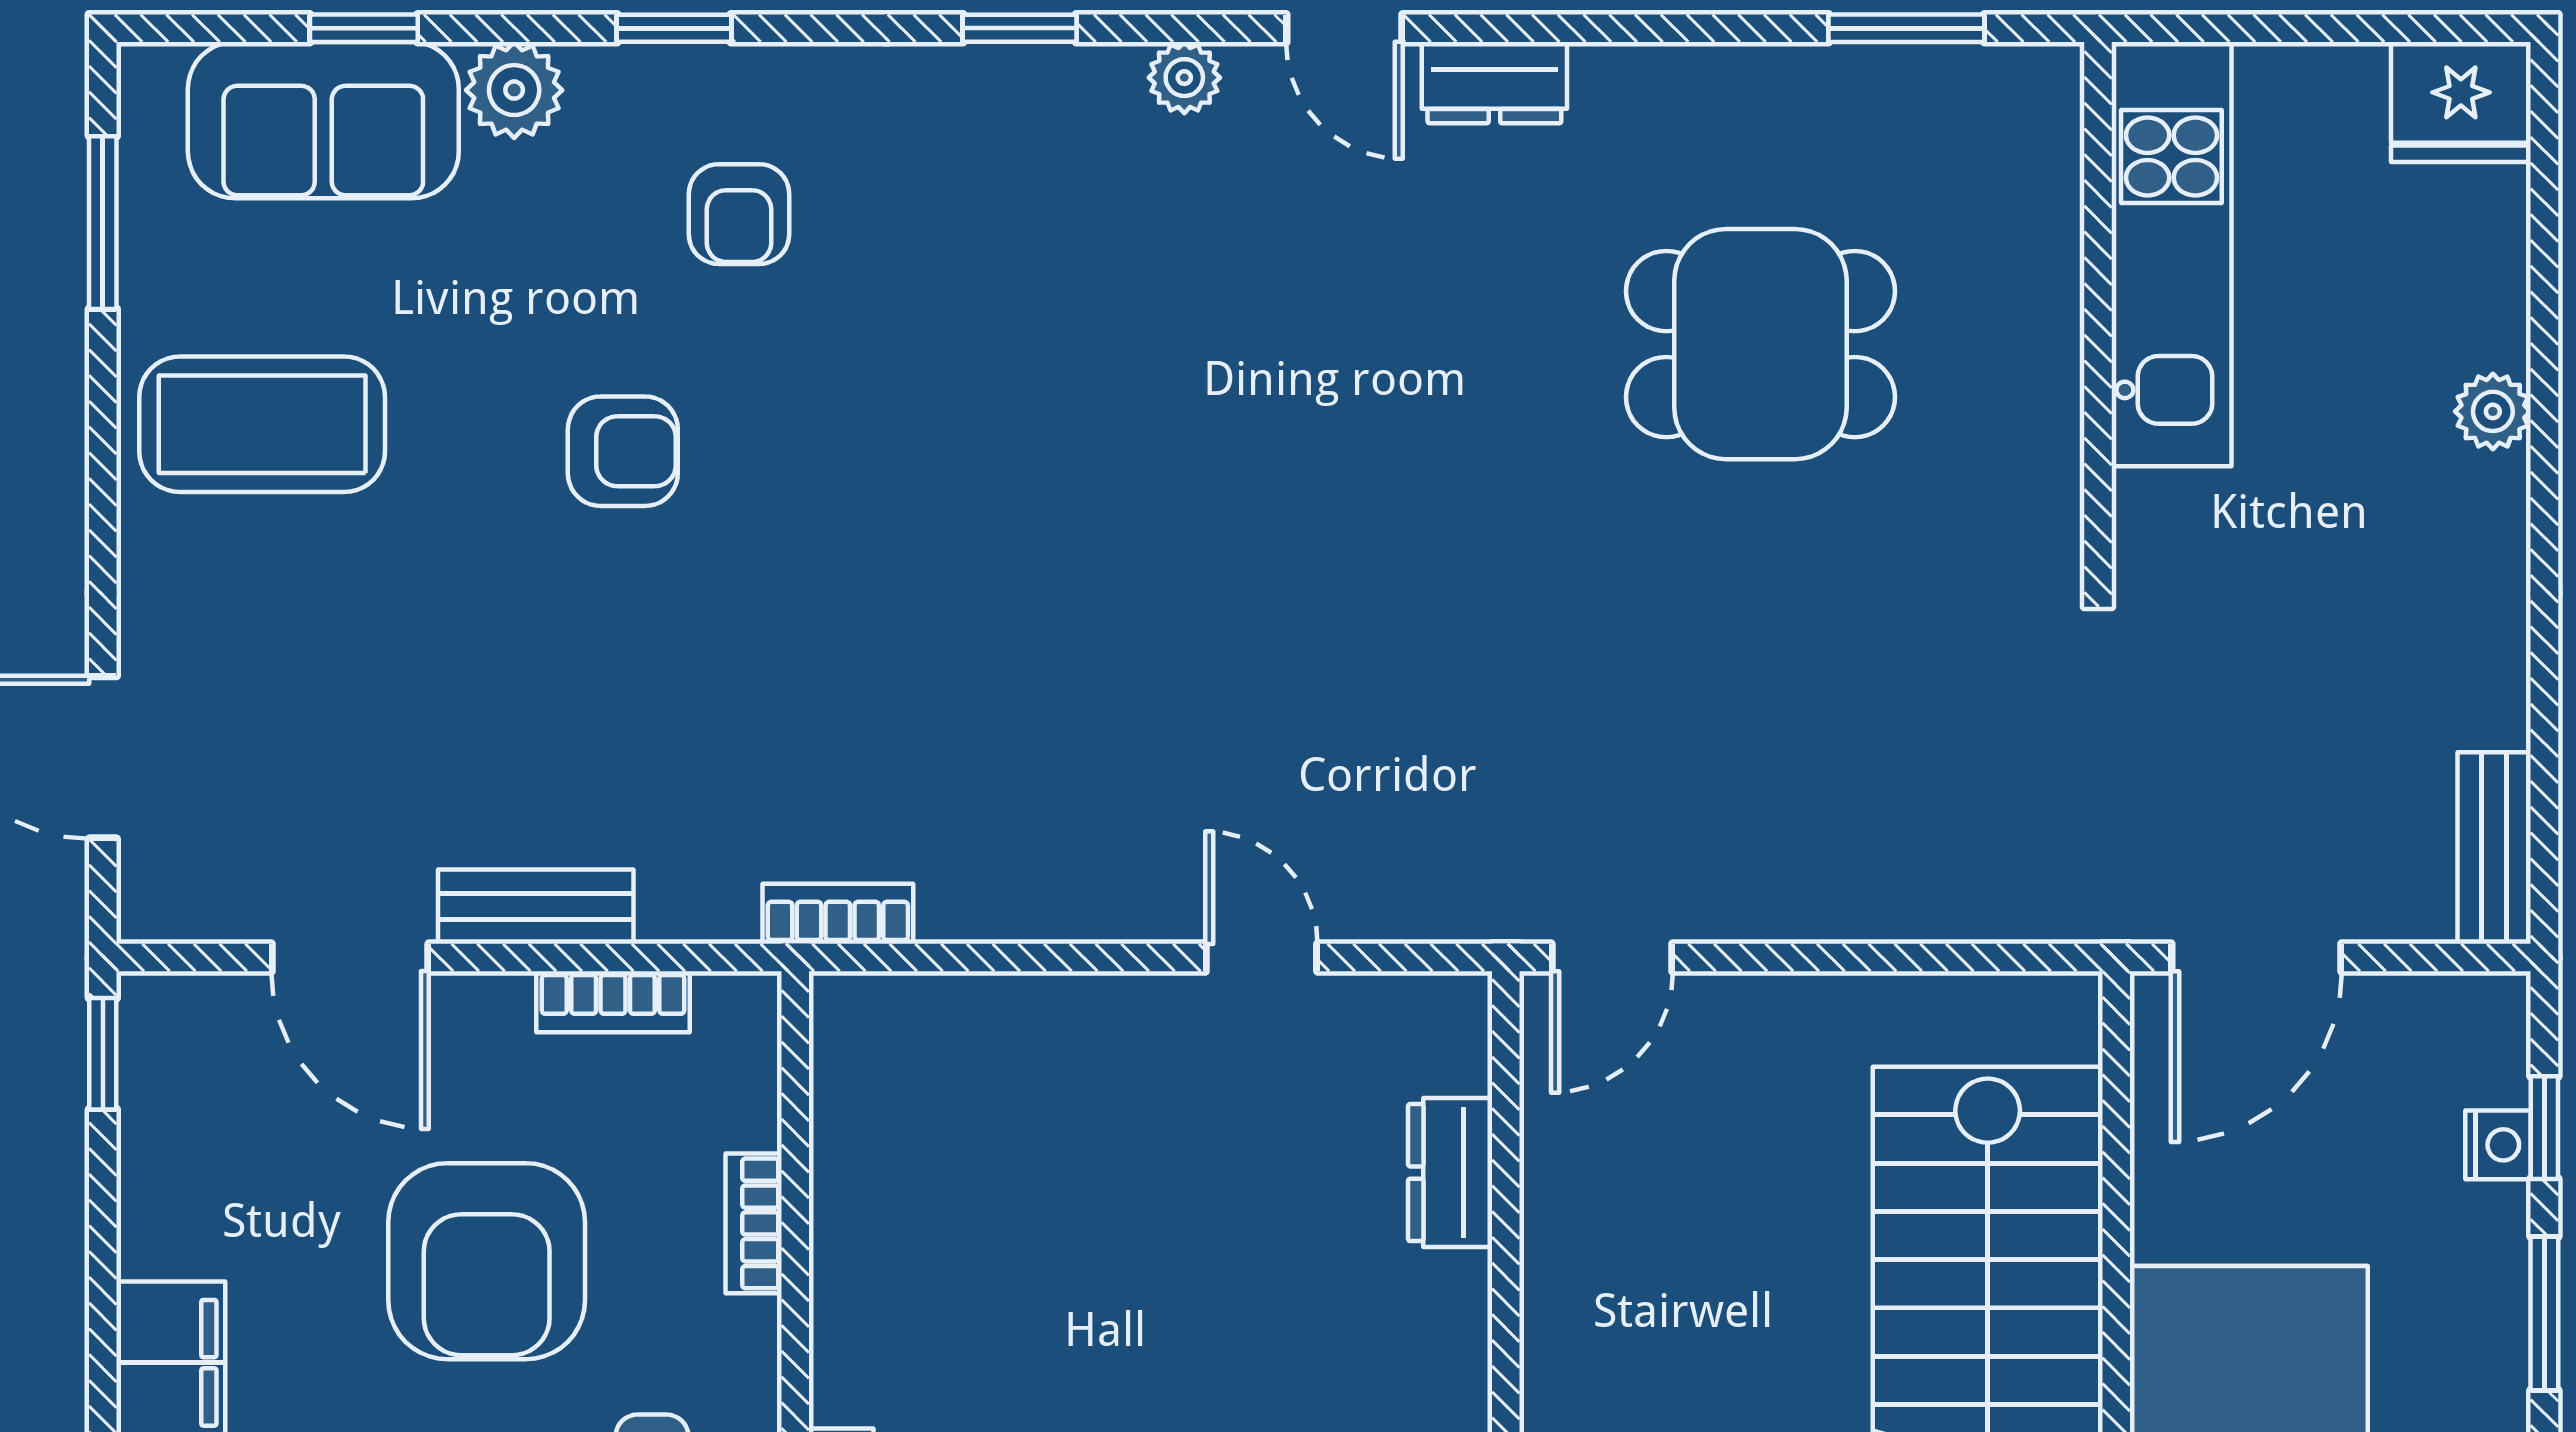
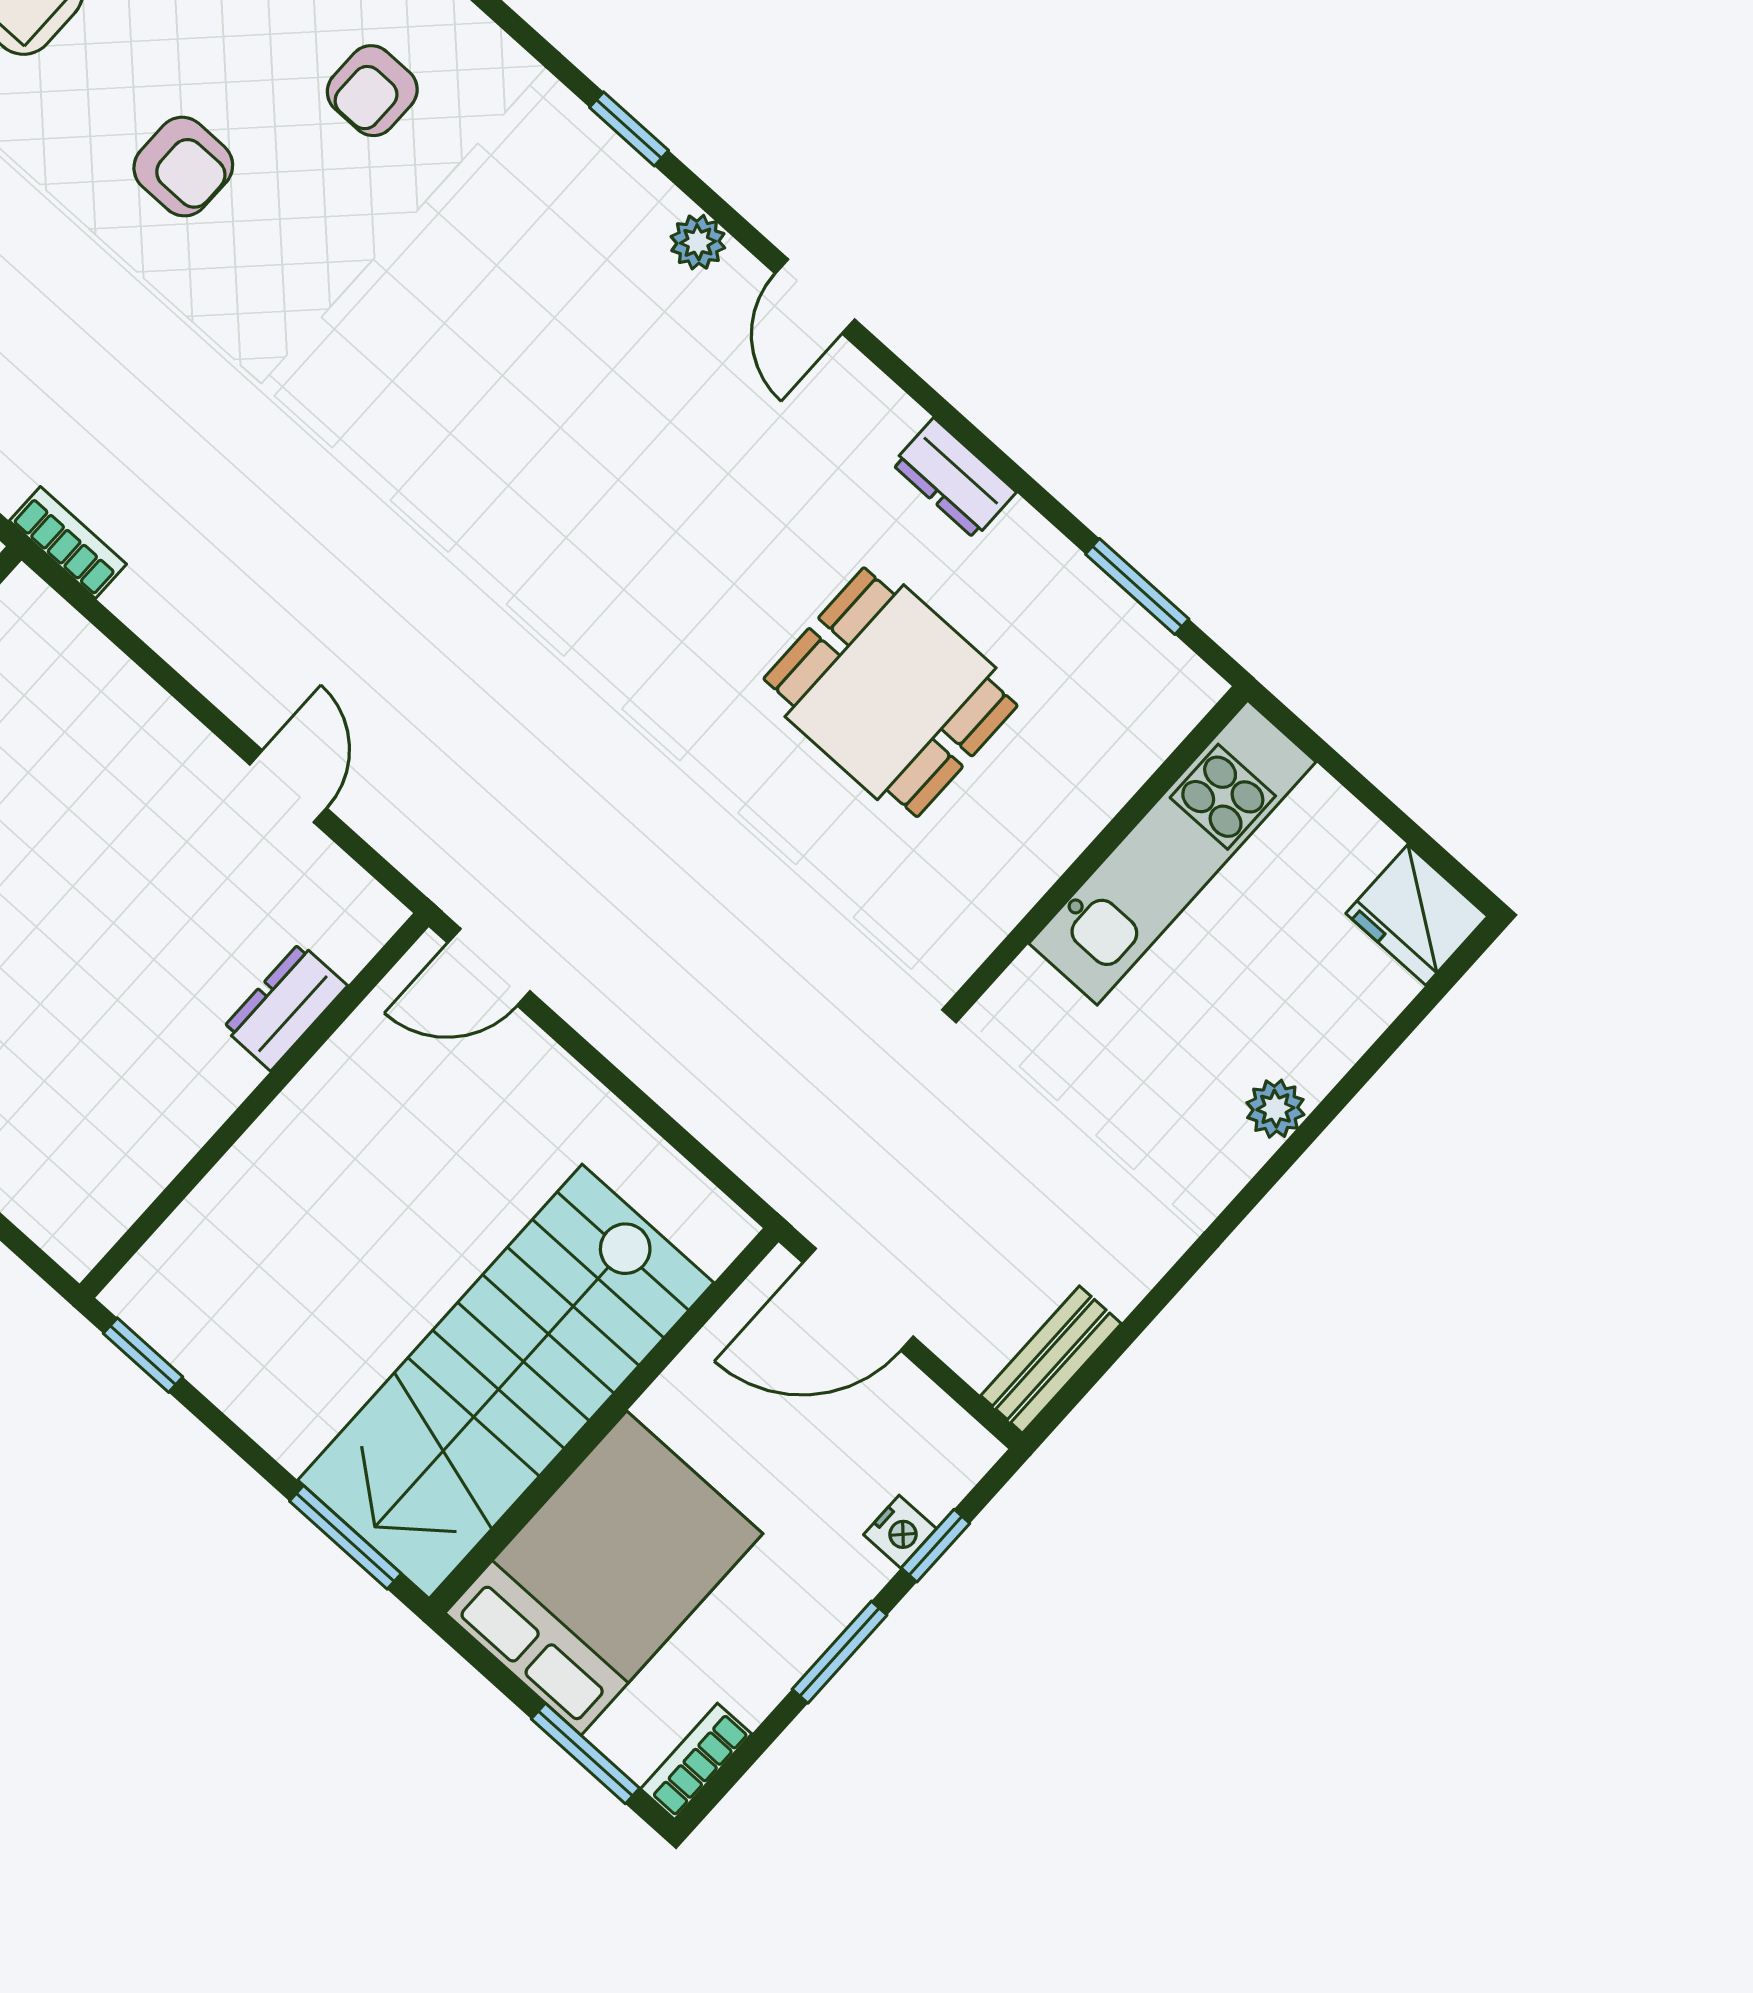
dresser: (1494, 83) -> (954, 478), moved

